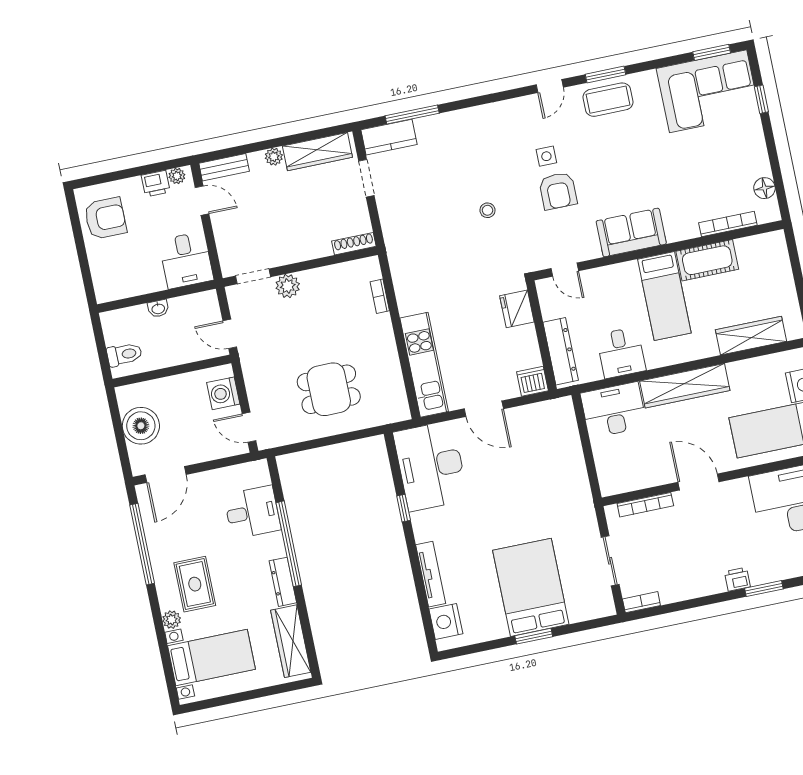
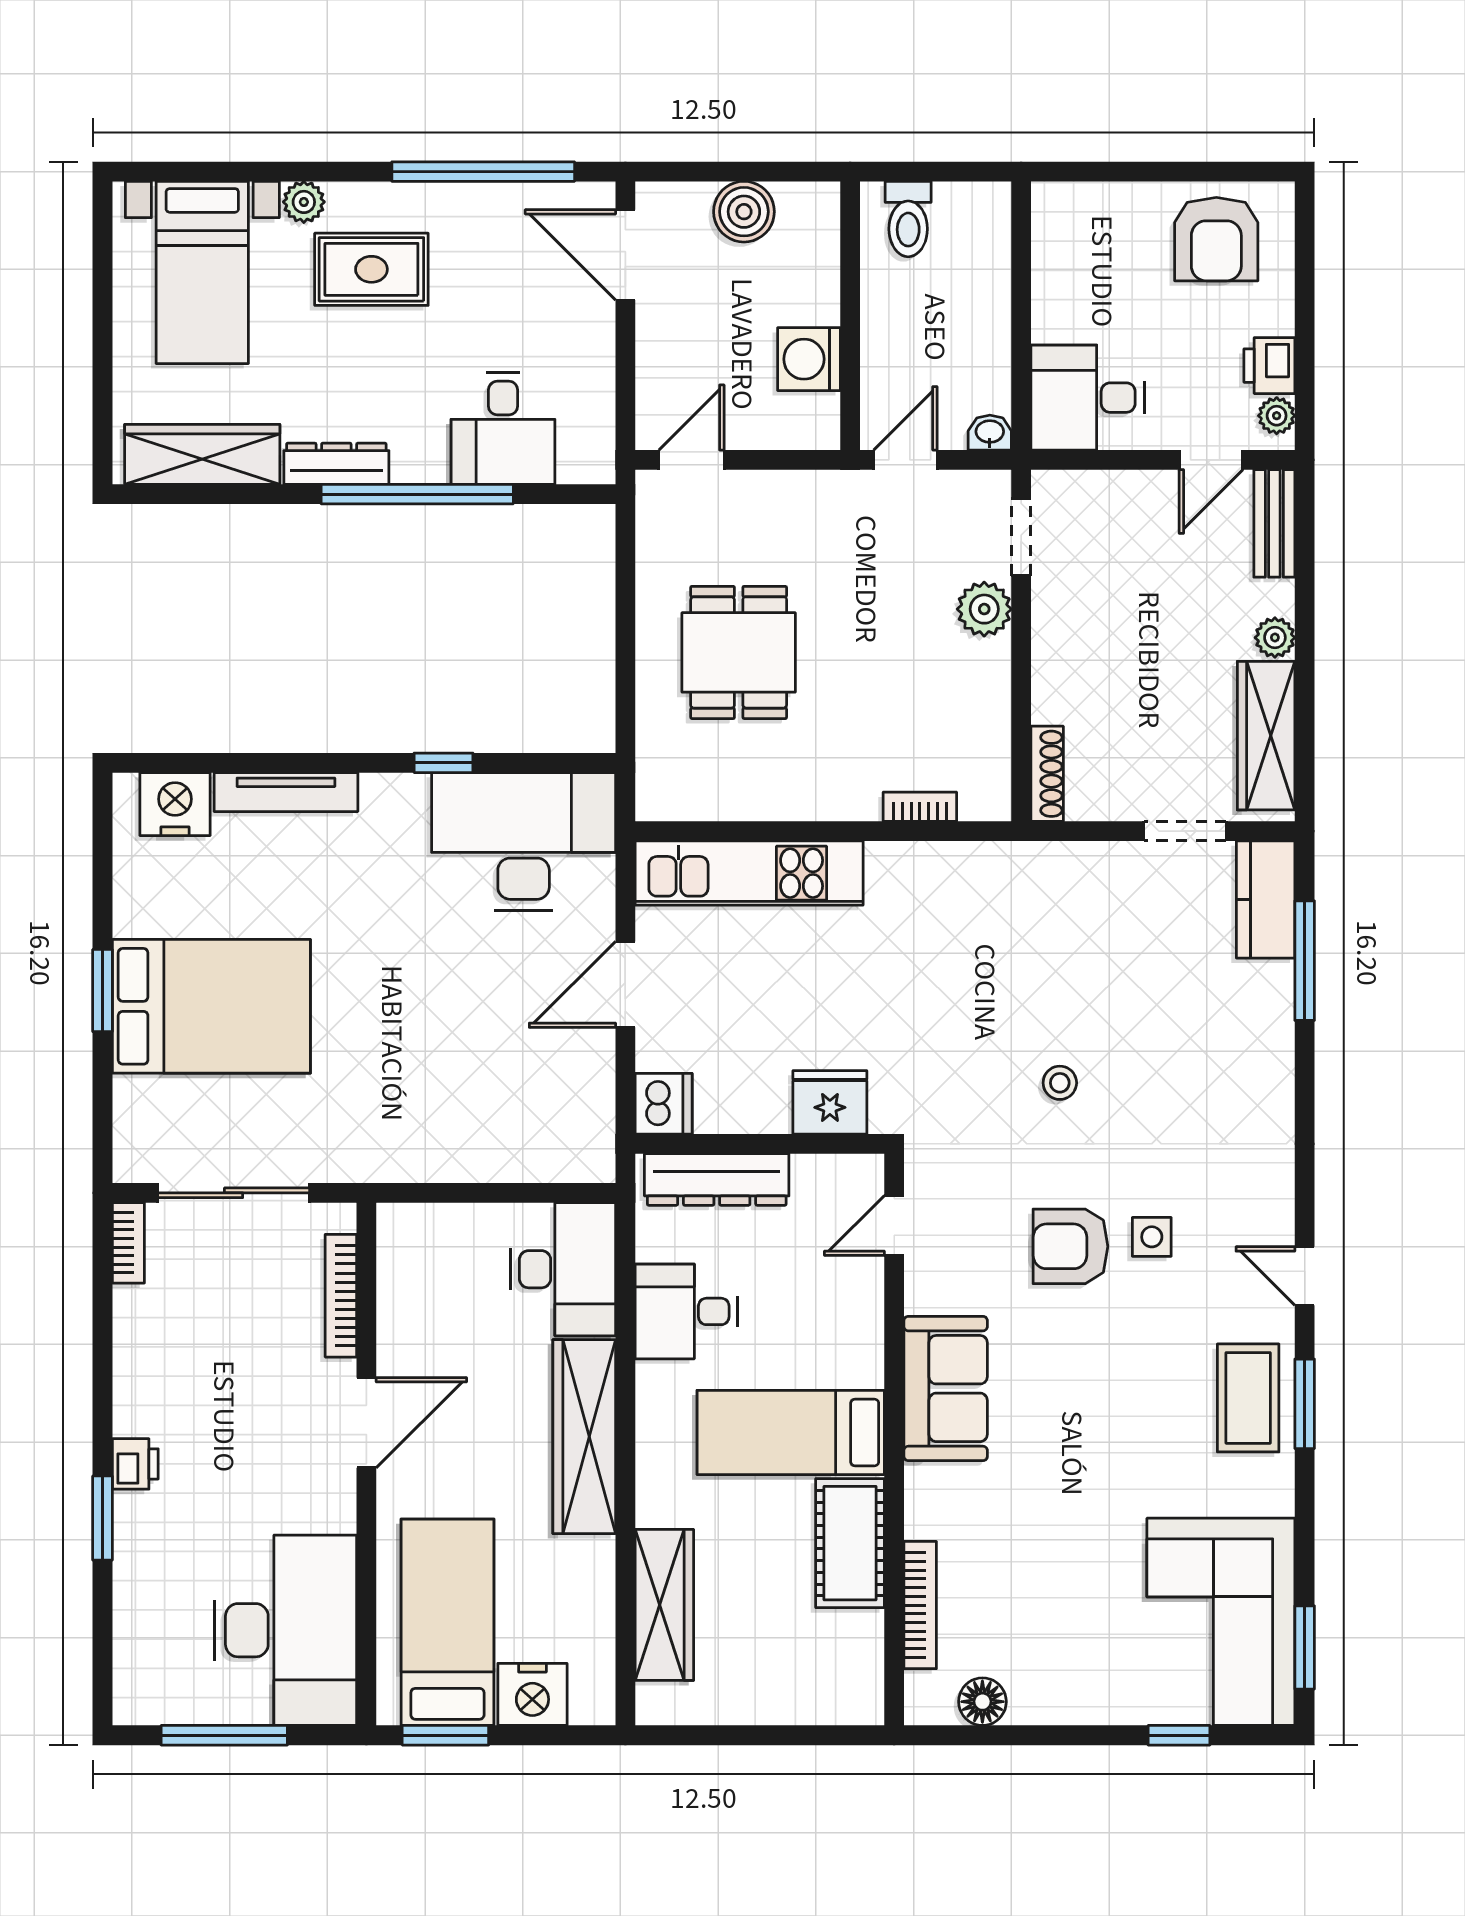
washbasin: (158, 308) -> (990, 433), moved, turned 90
washing machine: (223, 393) -> (809, 359), moved, turned -90
boiler: (141, 426) -> (744, 212), width x0.73, depth x0.73
sliding door: (610, 561) -> (234, 1193), width x1.37

